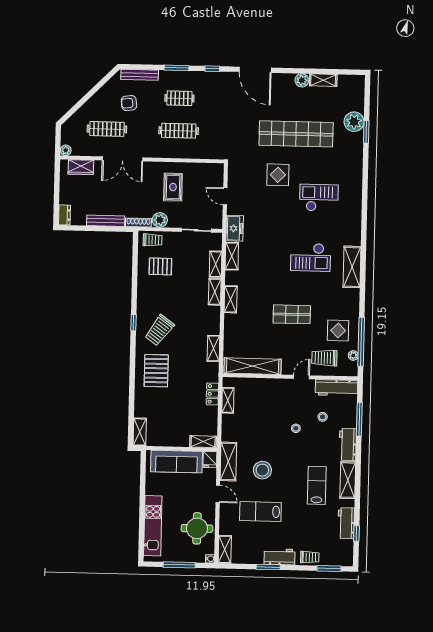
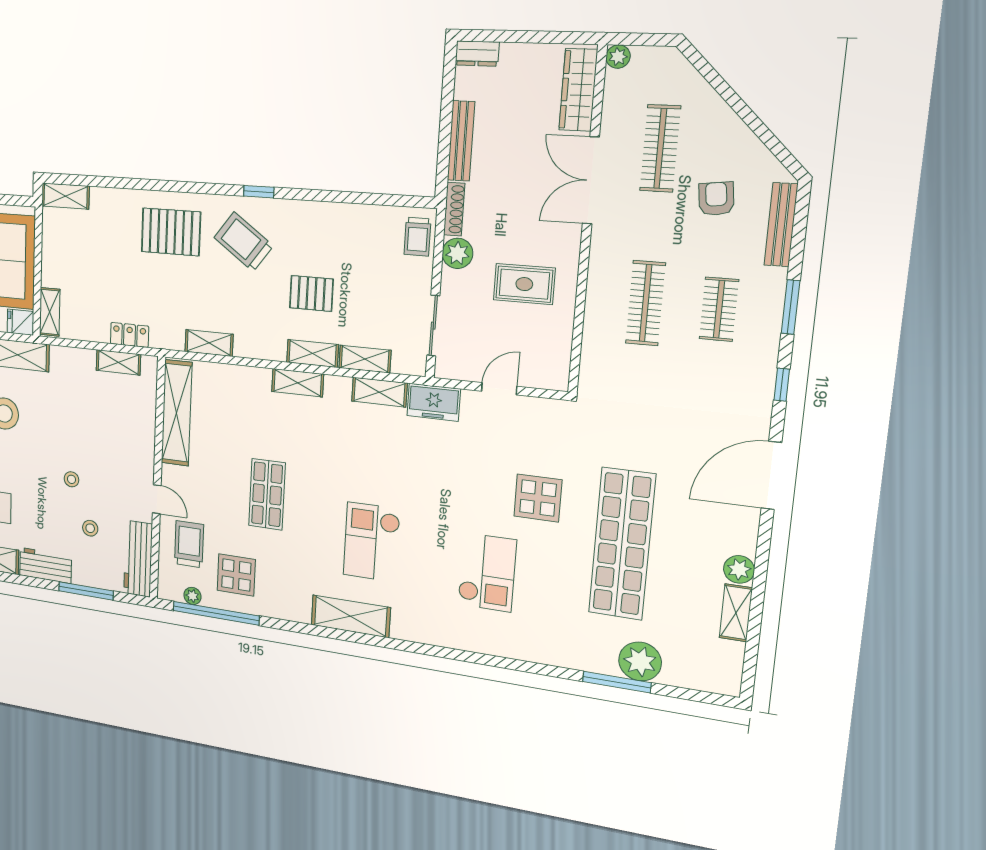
window: (366, 132) -> (617, 682), width x1.44
wardrobe: (81, 167) -> (578, 90), width x1.50
pallet: (160, 266) -> (311, 293), moved, turned 90

